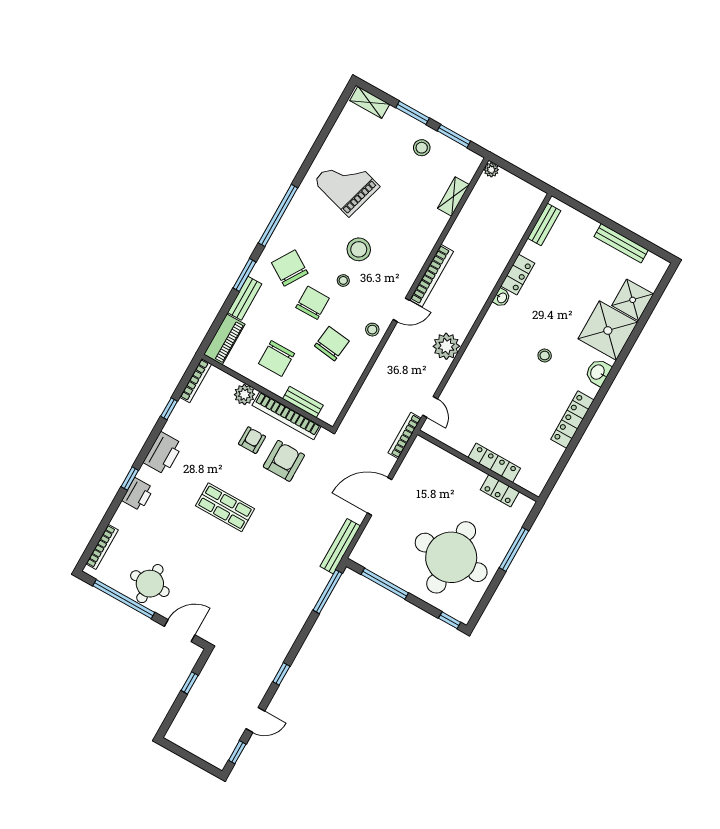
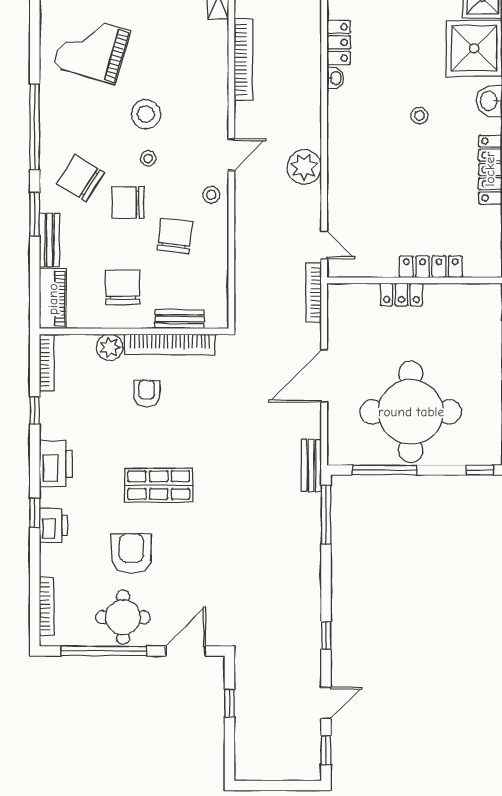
bookcase: (432, 276) -> (243, 60), moved
chair: (313, 303) -> (128, 203), turned -90
chair: (276, 359) -> (123, 287), turned 180
armchair: (284, 461) -> (131, 554), moved
locker: (500, 491) -> (401, 294), moved
bench: (340, 546) -> (311, 466), width x0.73
round table: (451, 557) -> (411, 412), moved

